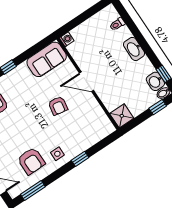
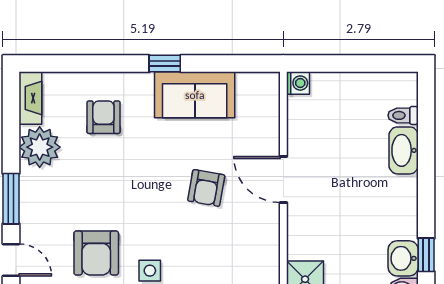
washbasin: (134, 49) -> (404, 150), moved
sofa: (47, 59) -> (195, 95), moved

